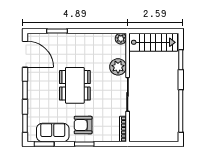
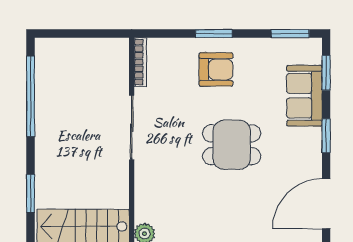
door: (25, 54) -> (326, 204), hinge flipped
plant: (118, 67) -> (150, 180), removed
dining table: (75, 85) -> (232, 145), width x0.73
sofa: (53, 132) -> (304, 96), moved, turned 90

